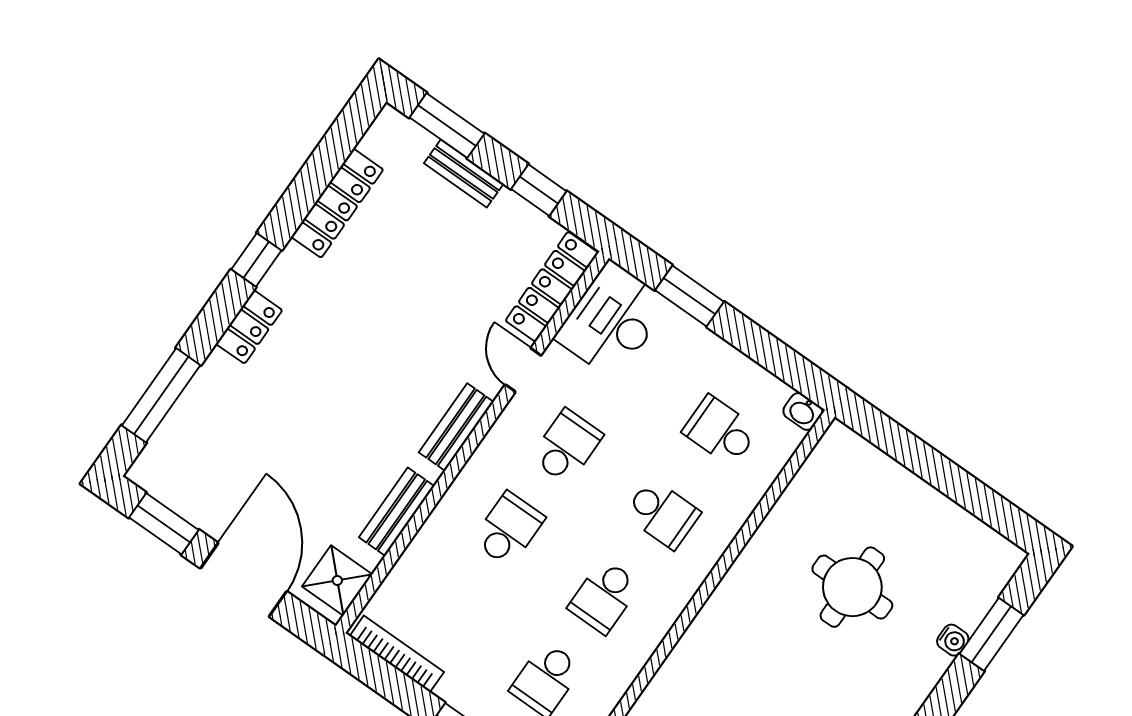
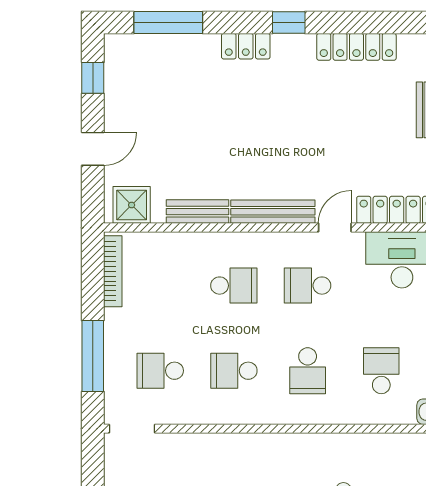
bench: (456, 427) -> (273, 212), width x1.36
school desk: (567, 446) -> (308, 286), turned 180
window: (164, 524) -> (93, 78), width x0.67
door: (244, 580) -> (93, 149), width x0.53

